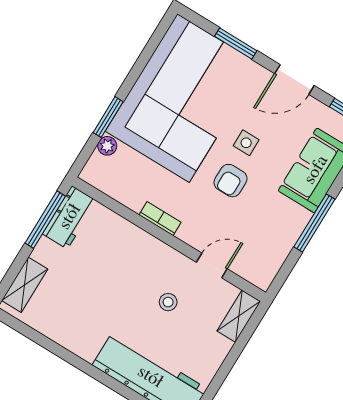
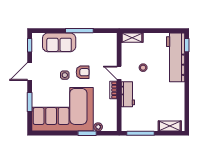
door: (294, 79) -> (30, 71), swing flipped
workbench: (70, 217) -> (128, 94), moved, turned 90
door: (212, 265) -> (119, 73), moved

